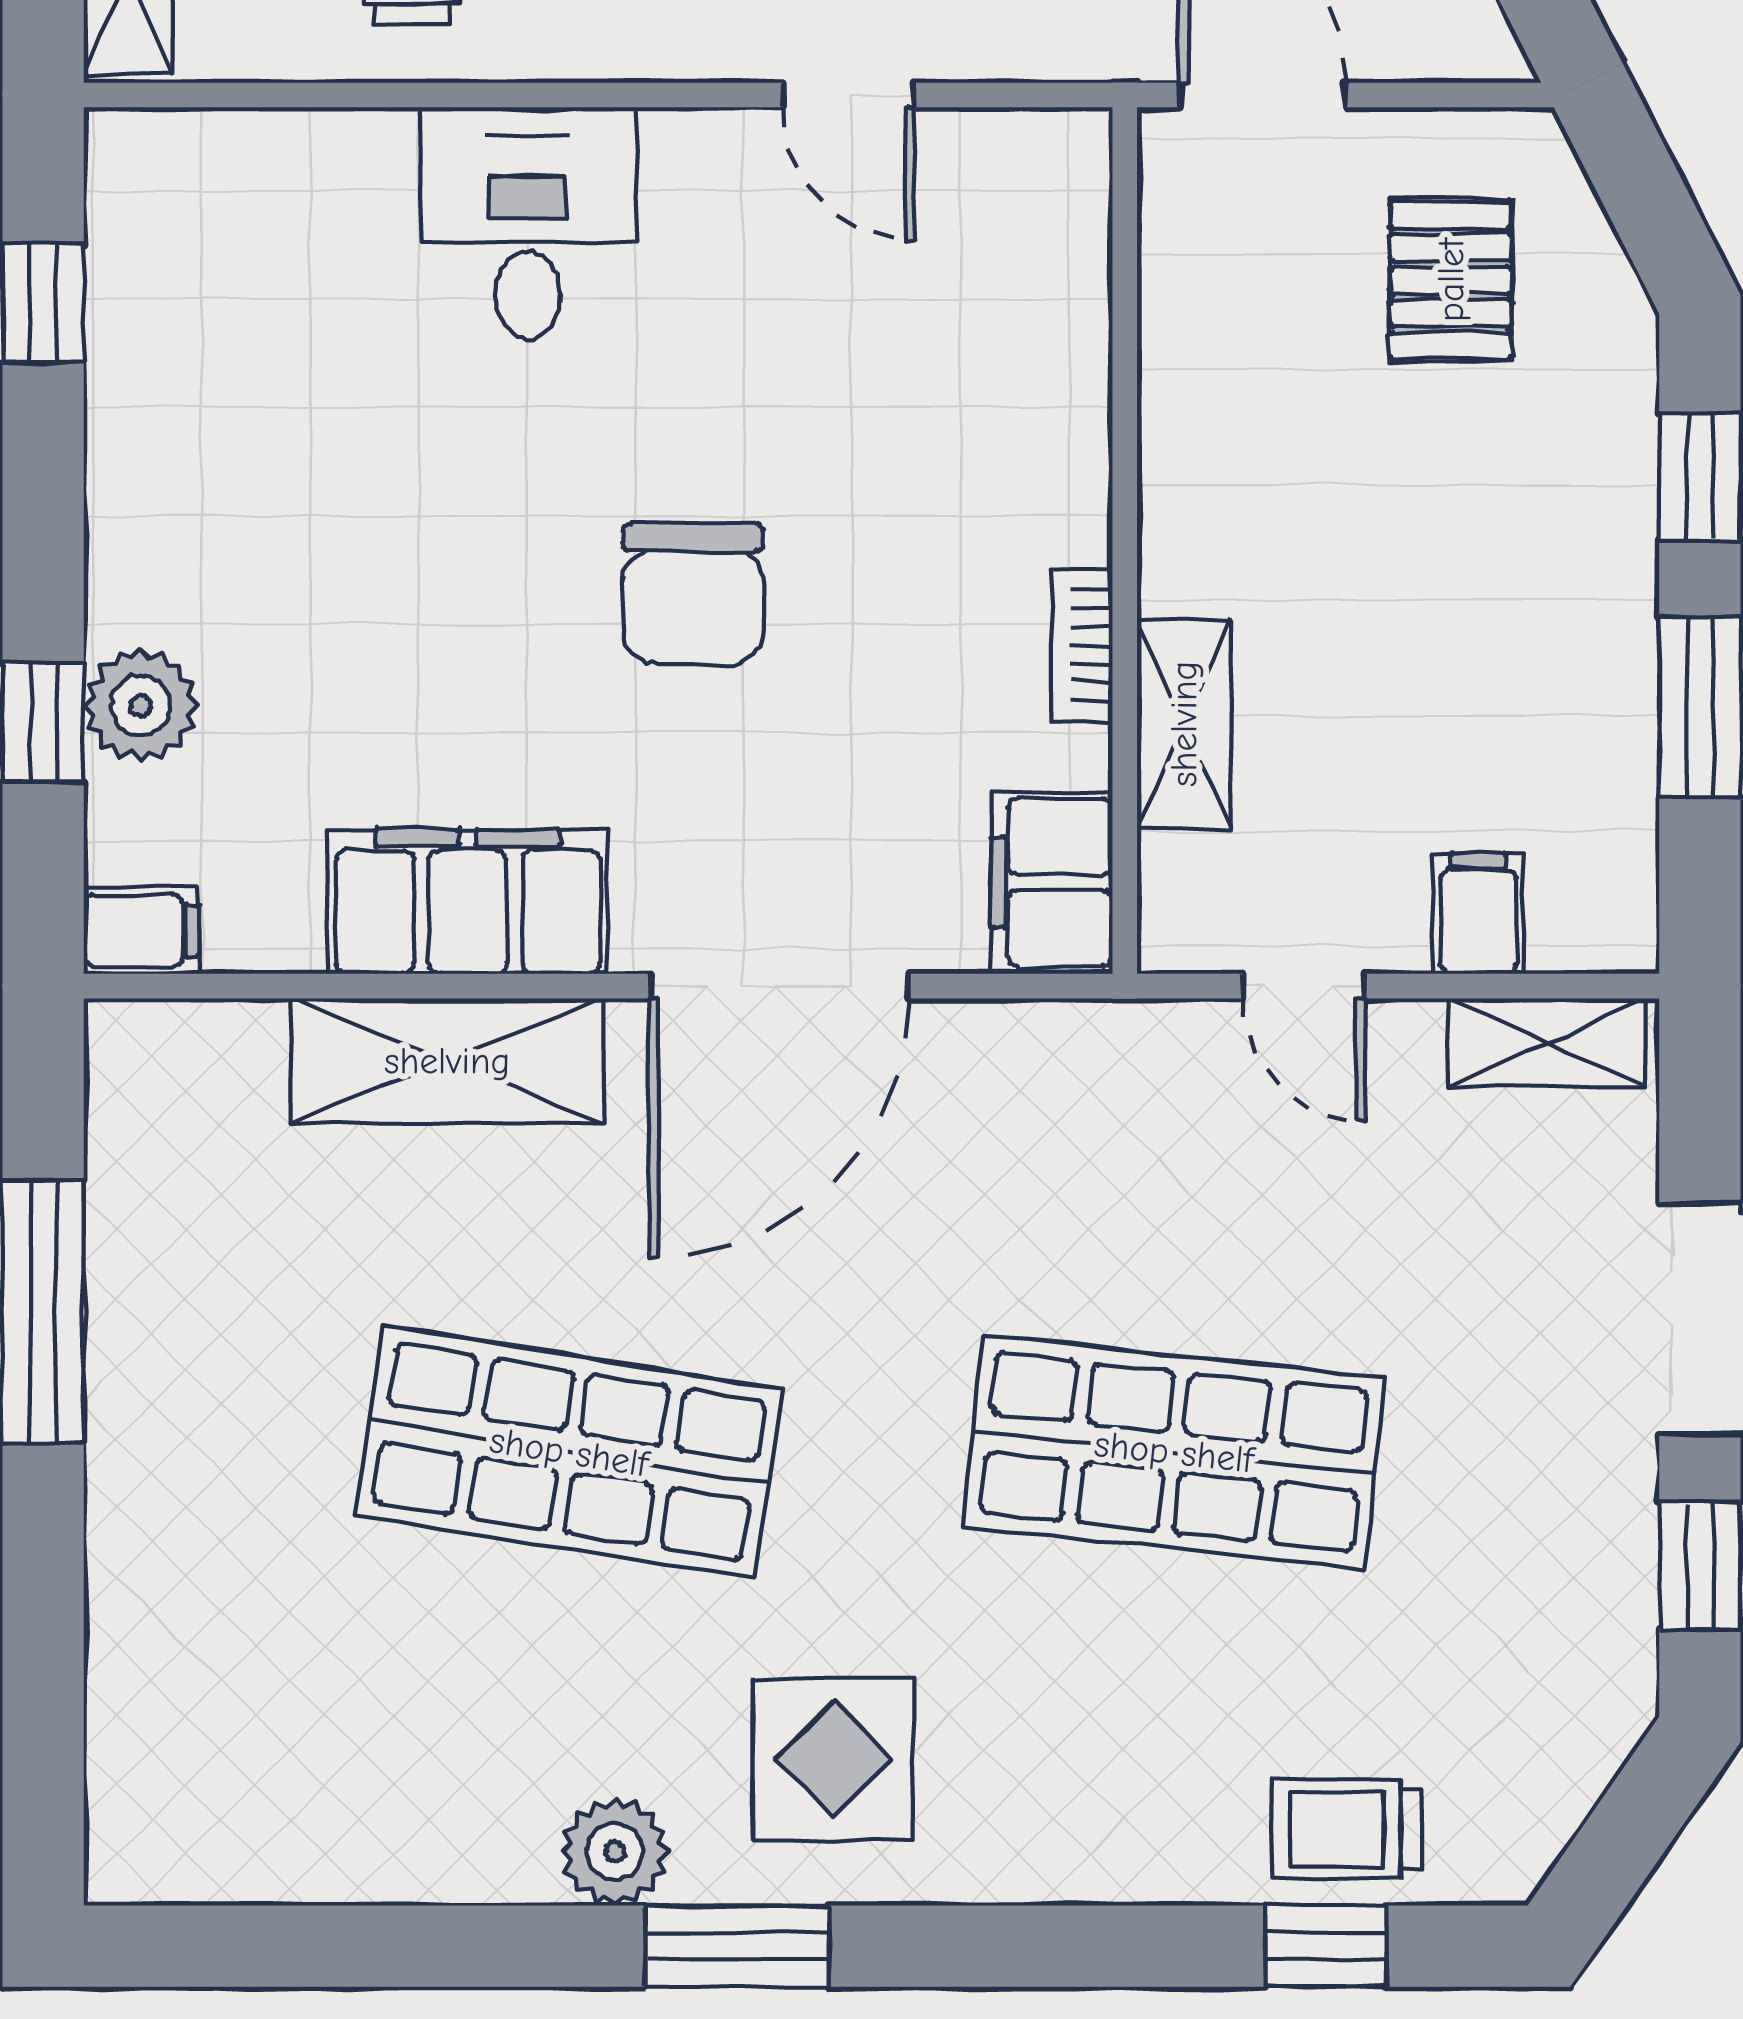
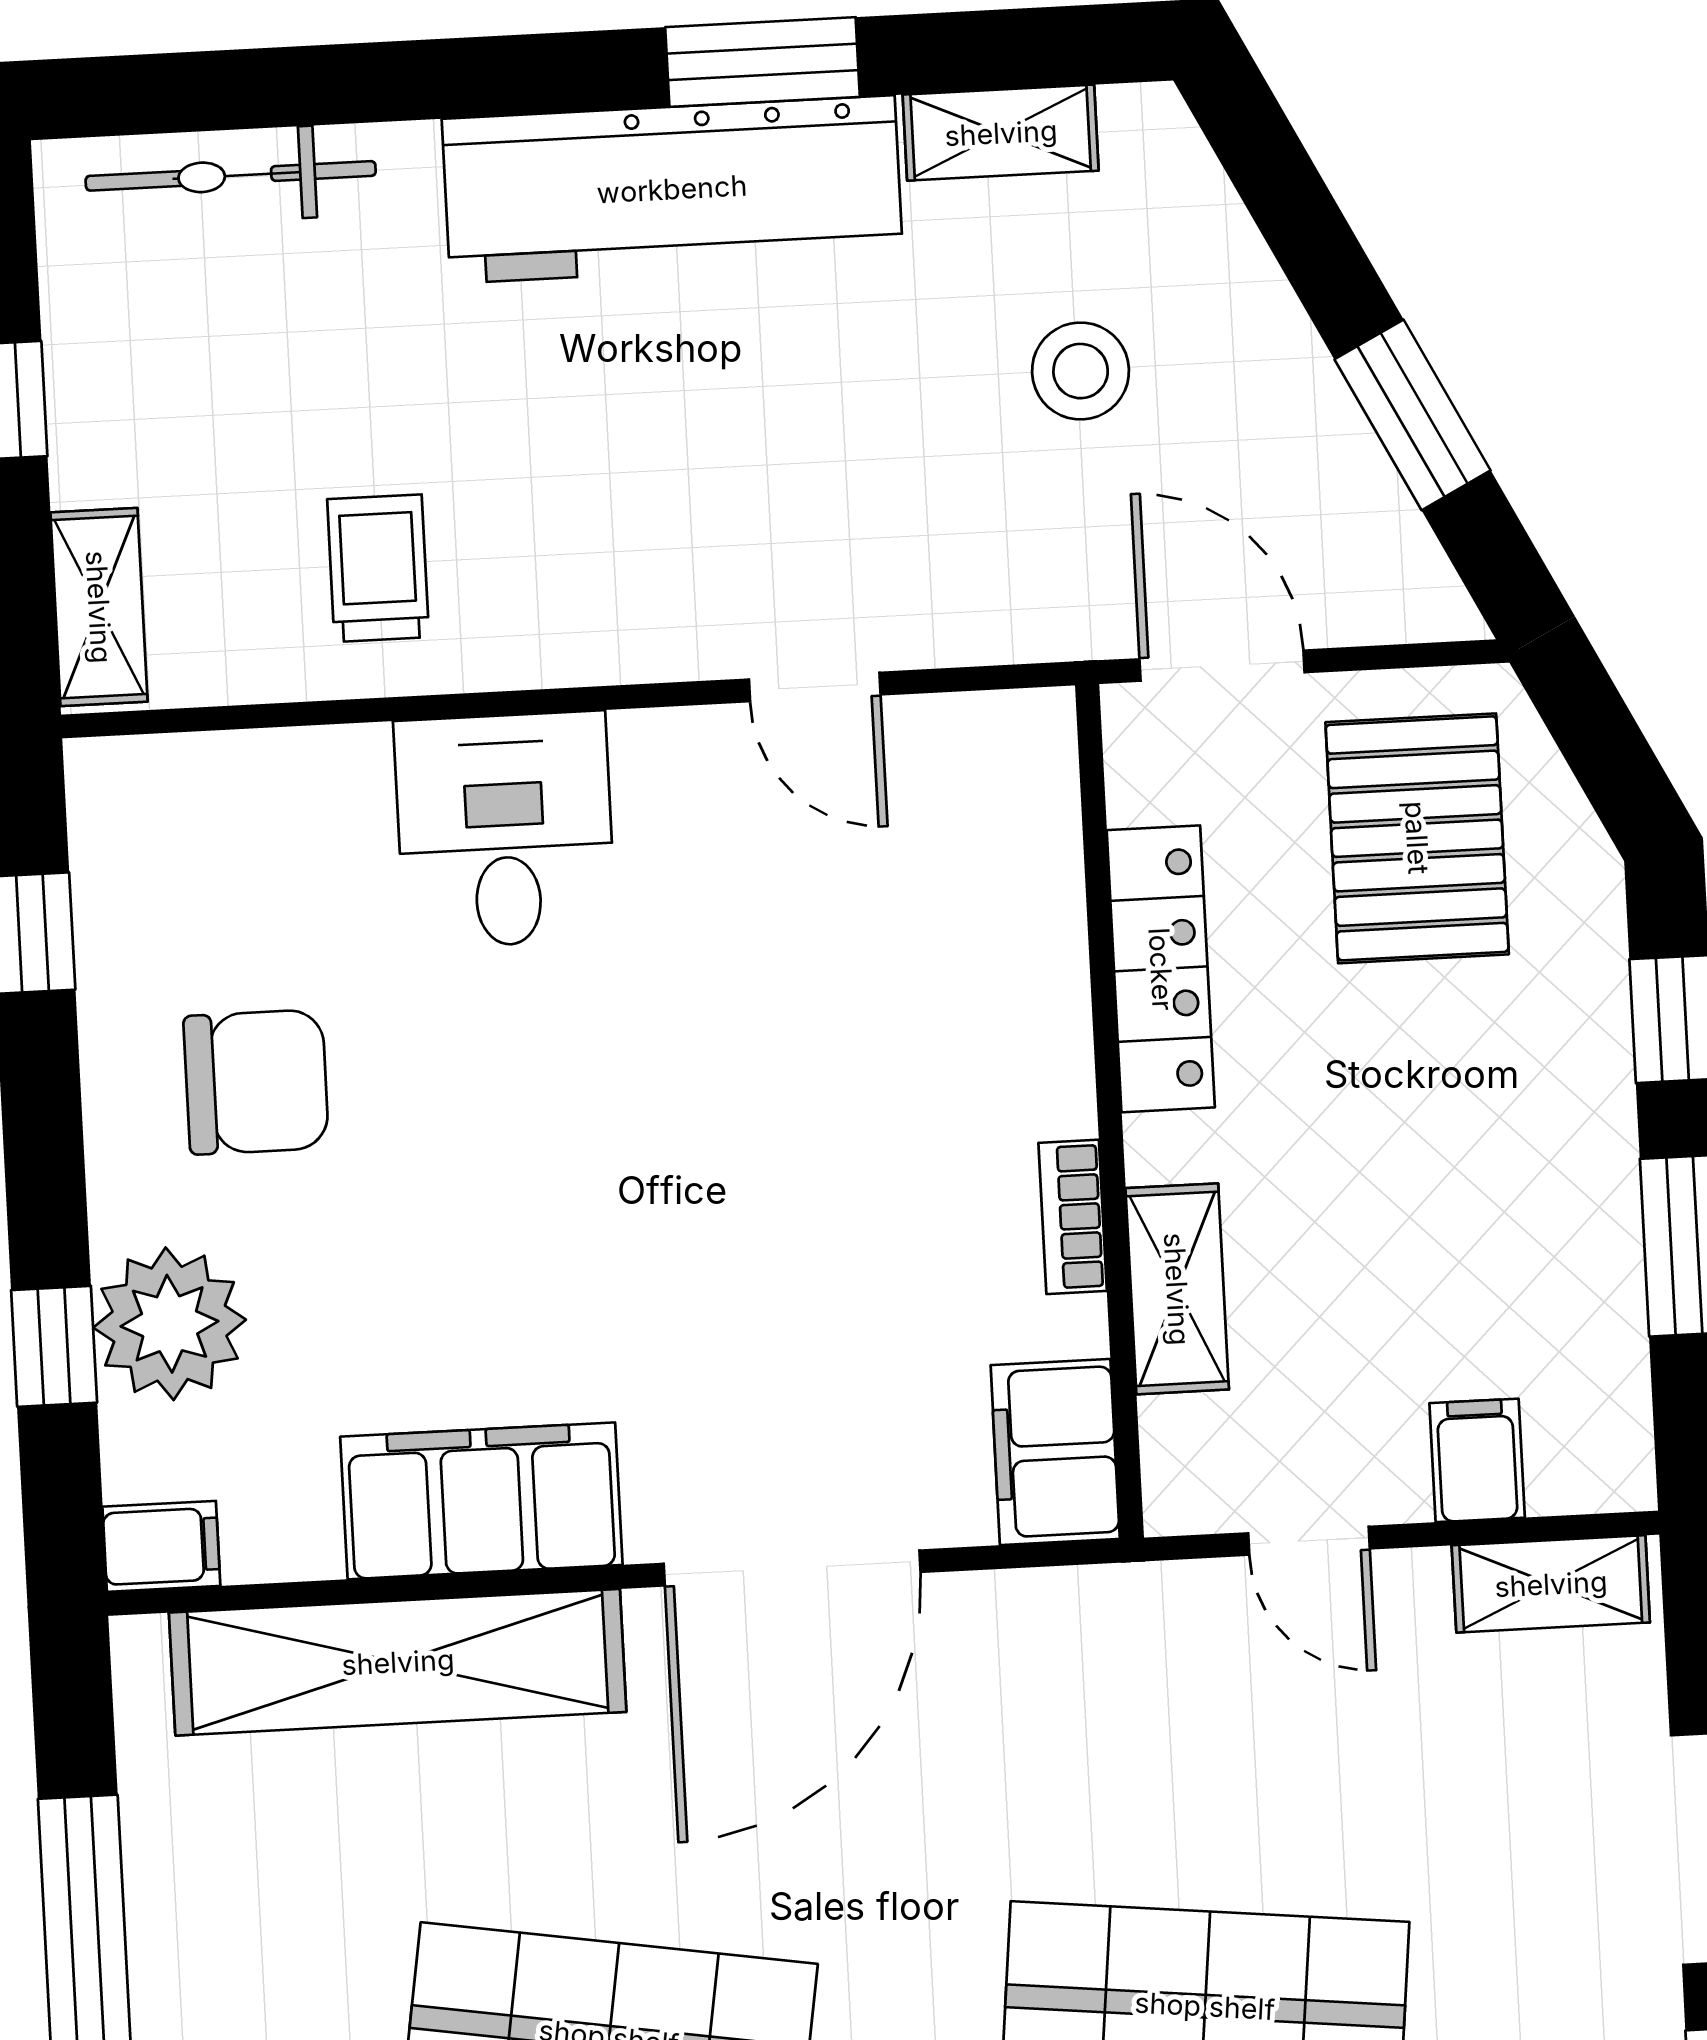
pallet: (1451, 280) -> (1417, 838), width x1.50, depth x1.42
locker: (1184, 399) -> (1161, 969), added
chair: (693, 594) -> (256, 1082), moved, turned -90
plant: (141, 706) -> (170, 1324), width x1.36, depth x1.36
shelving: (447, 1061) -> (398, 1662), width x1.47

